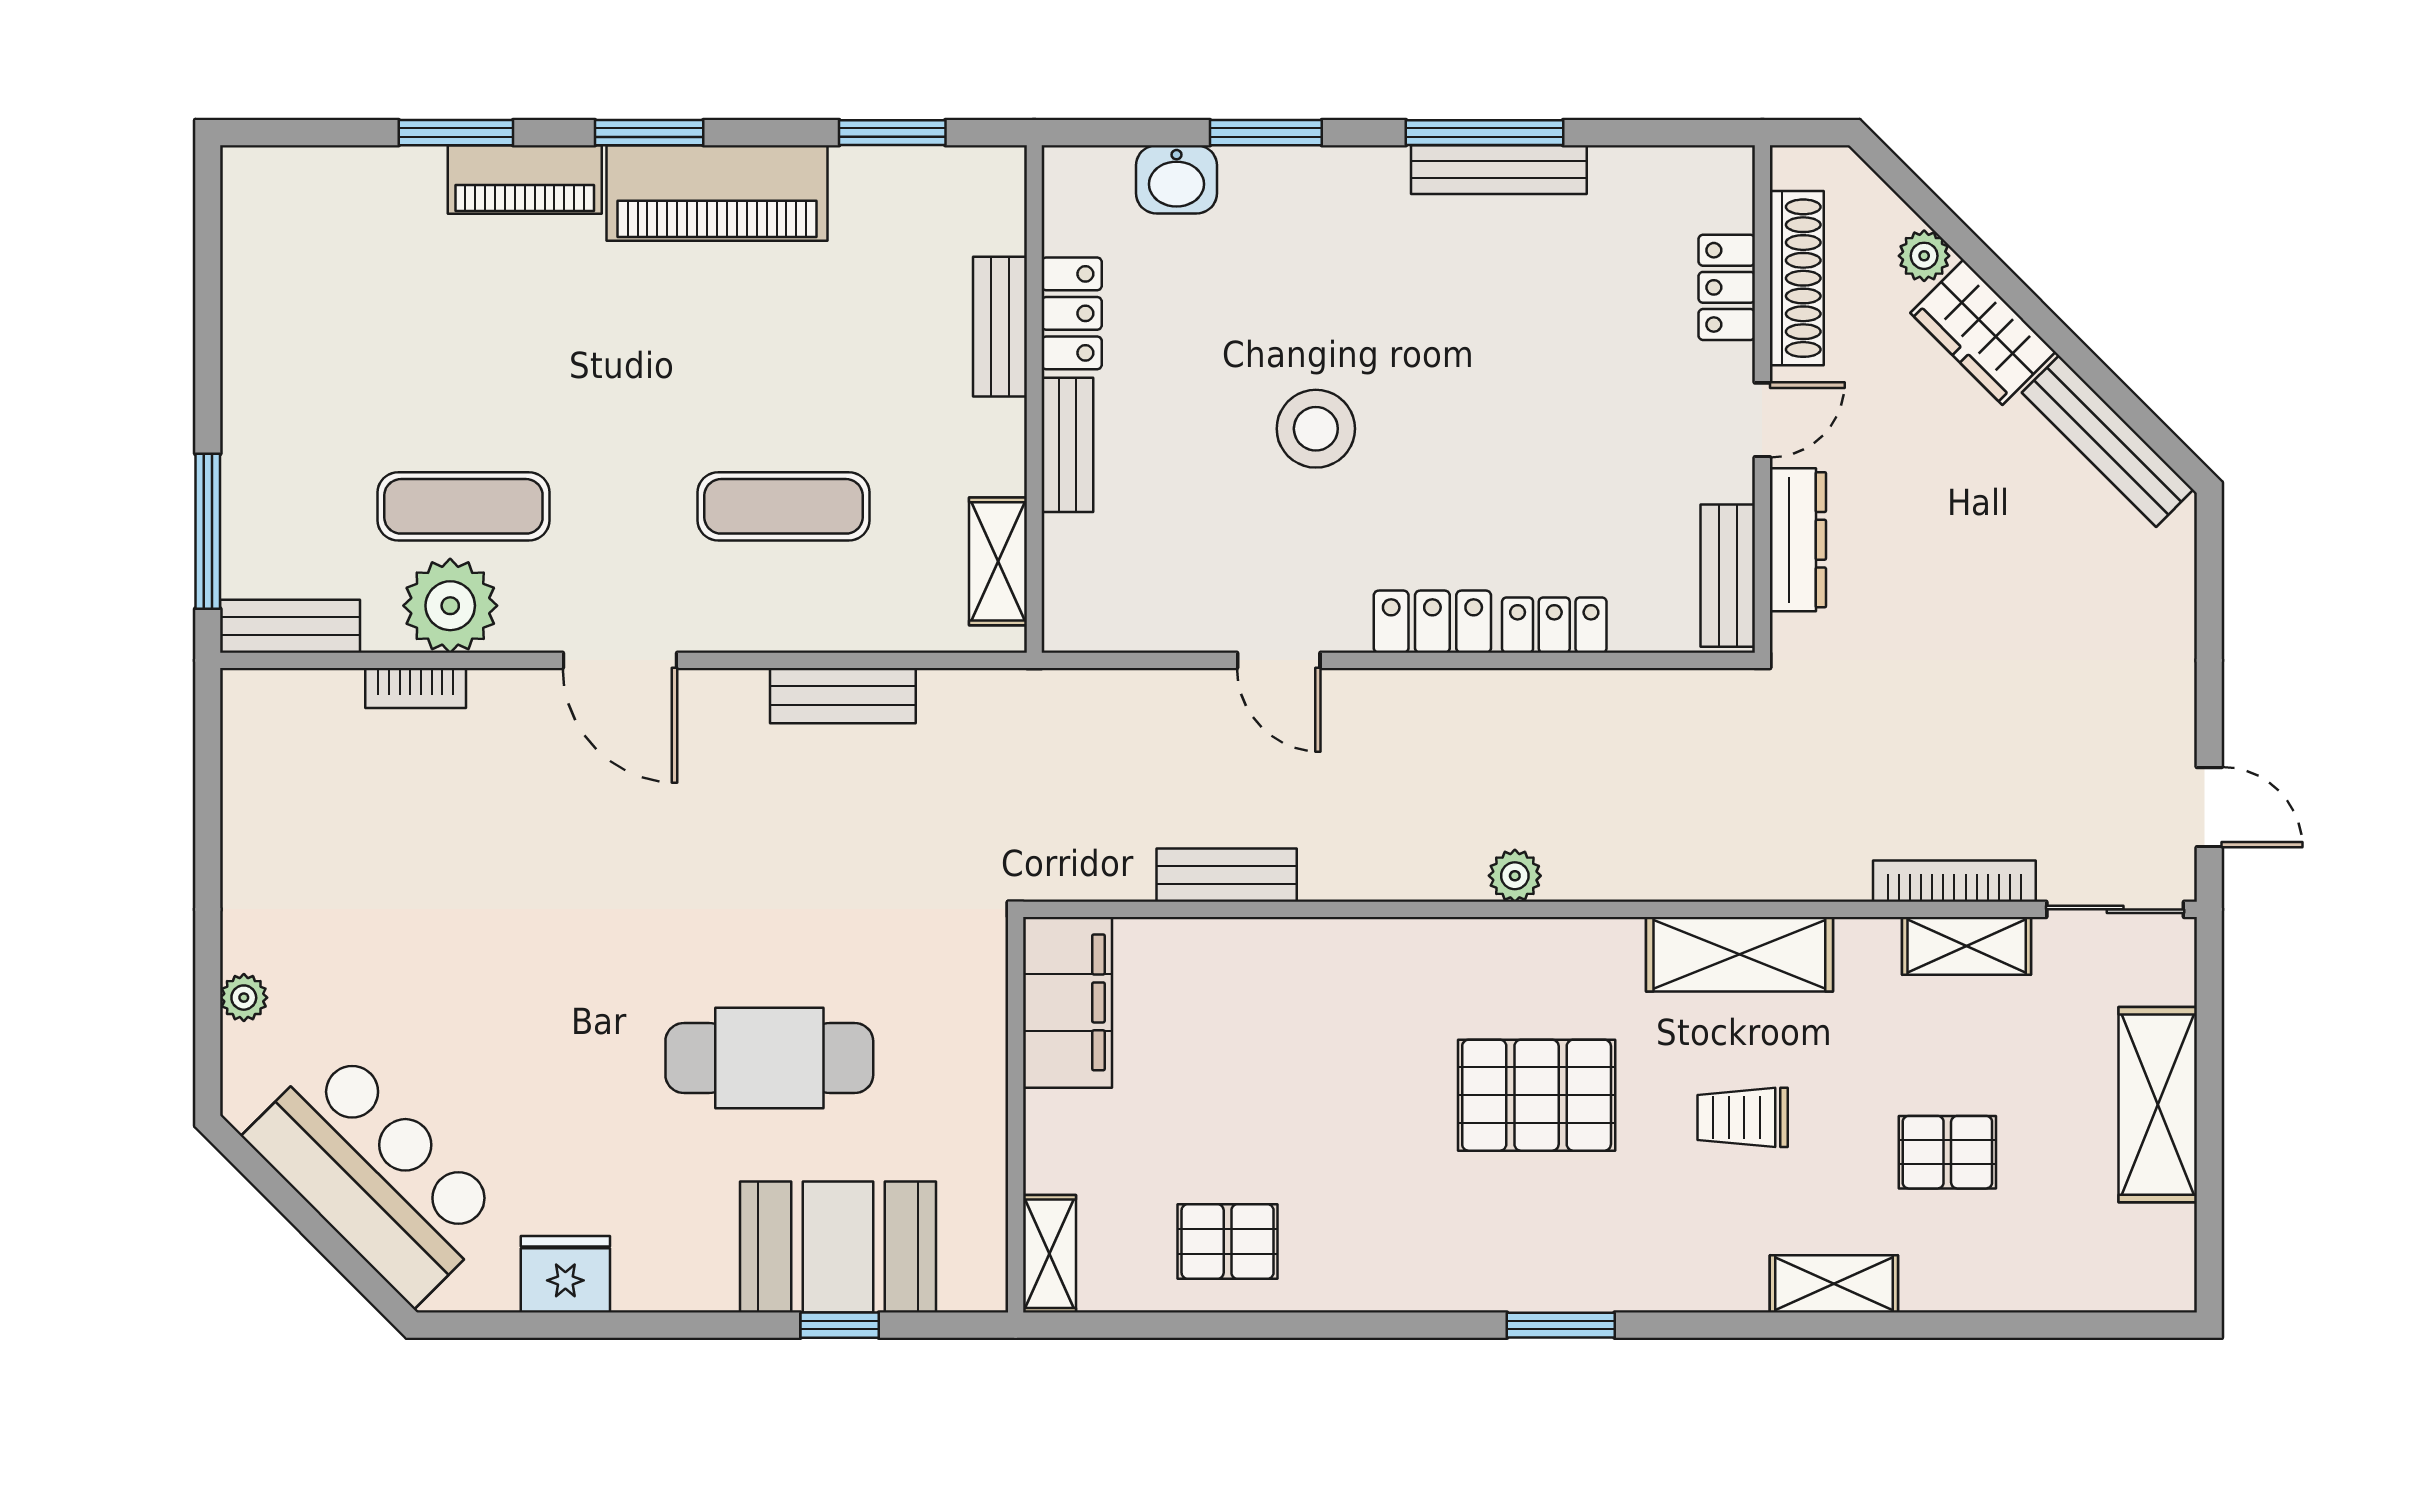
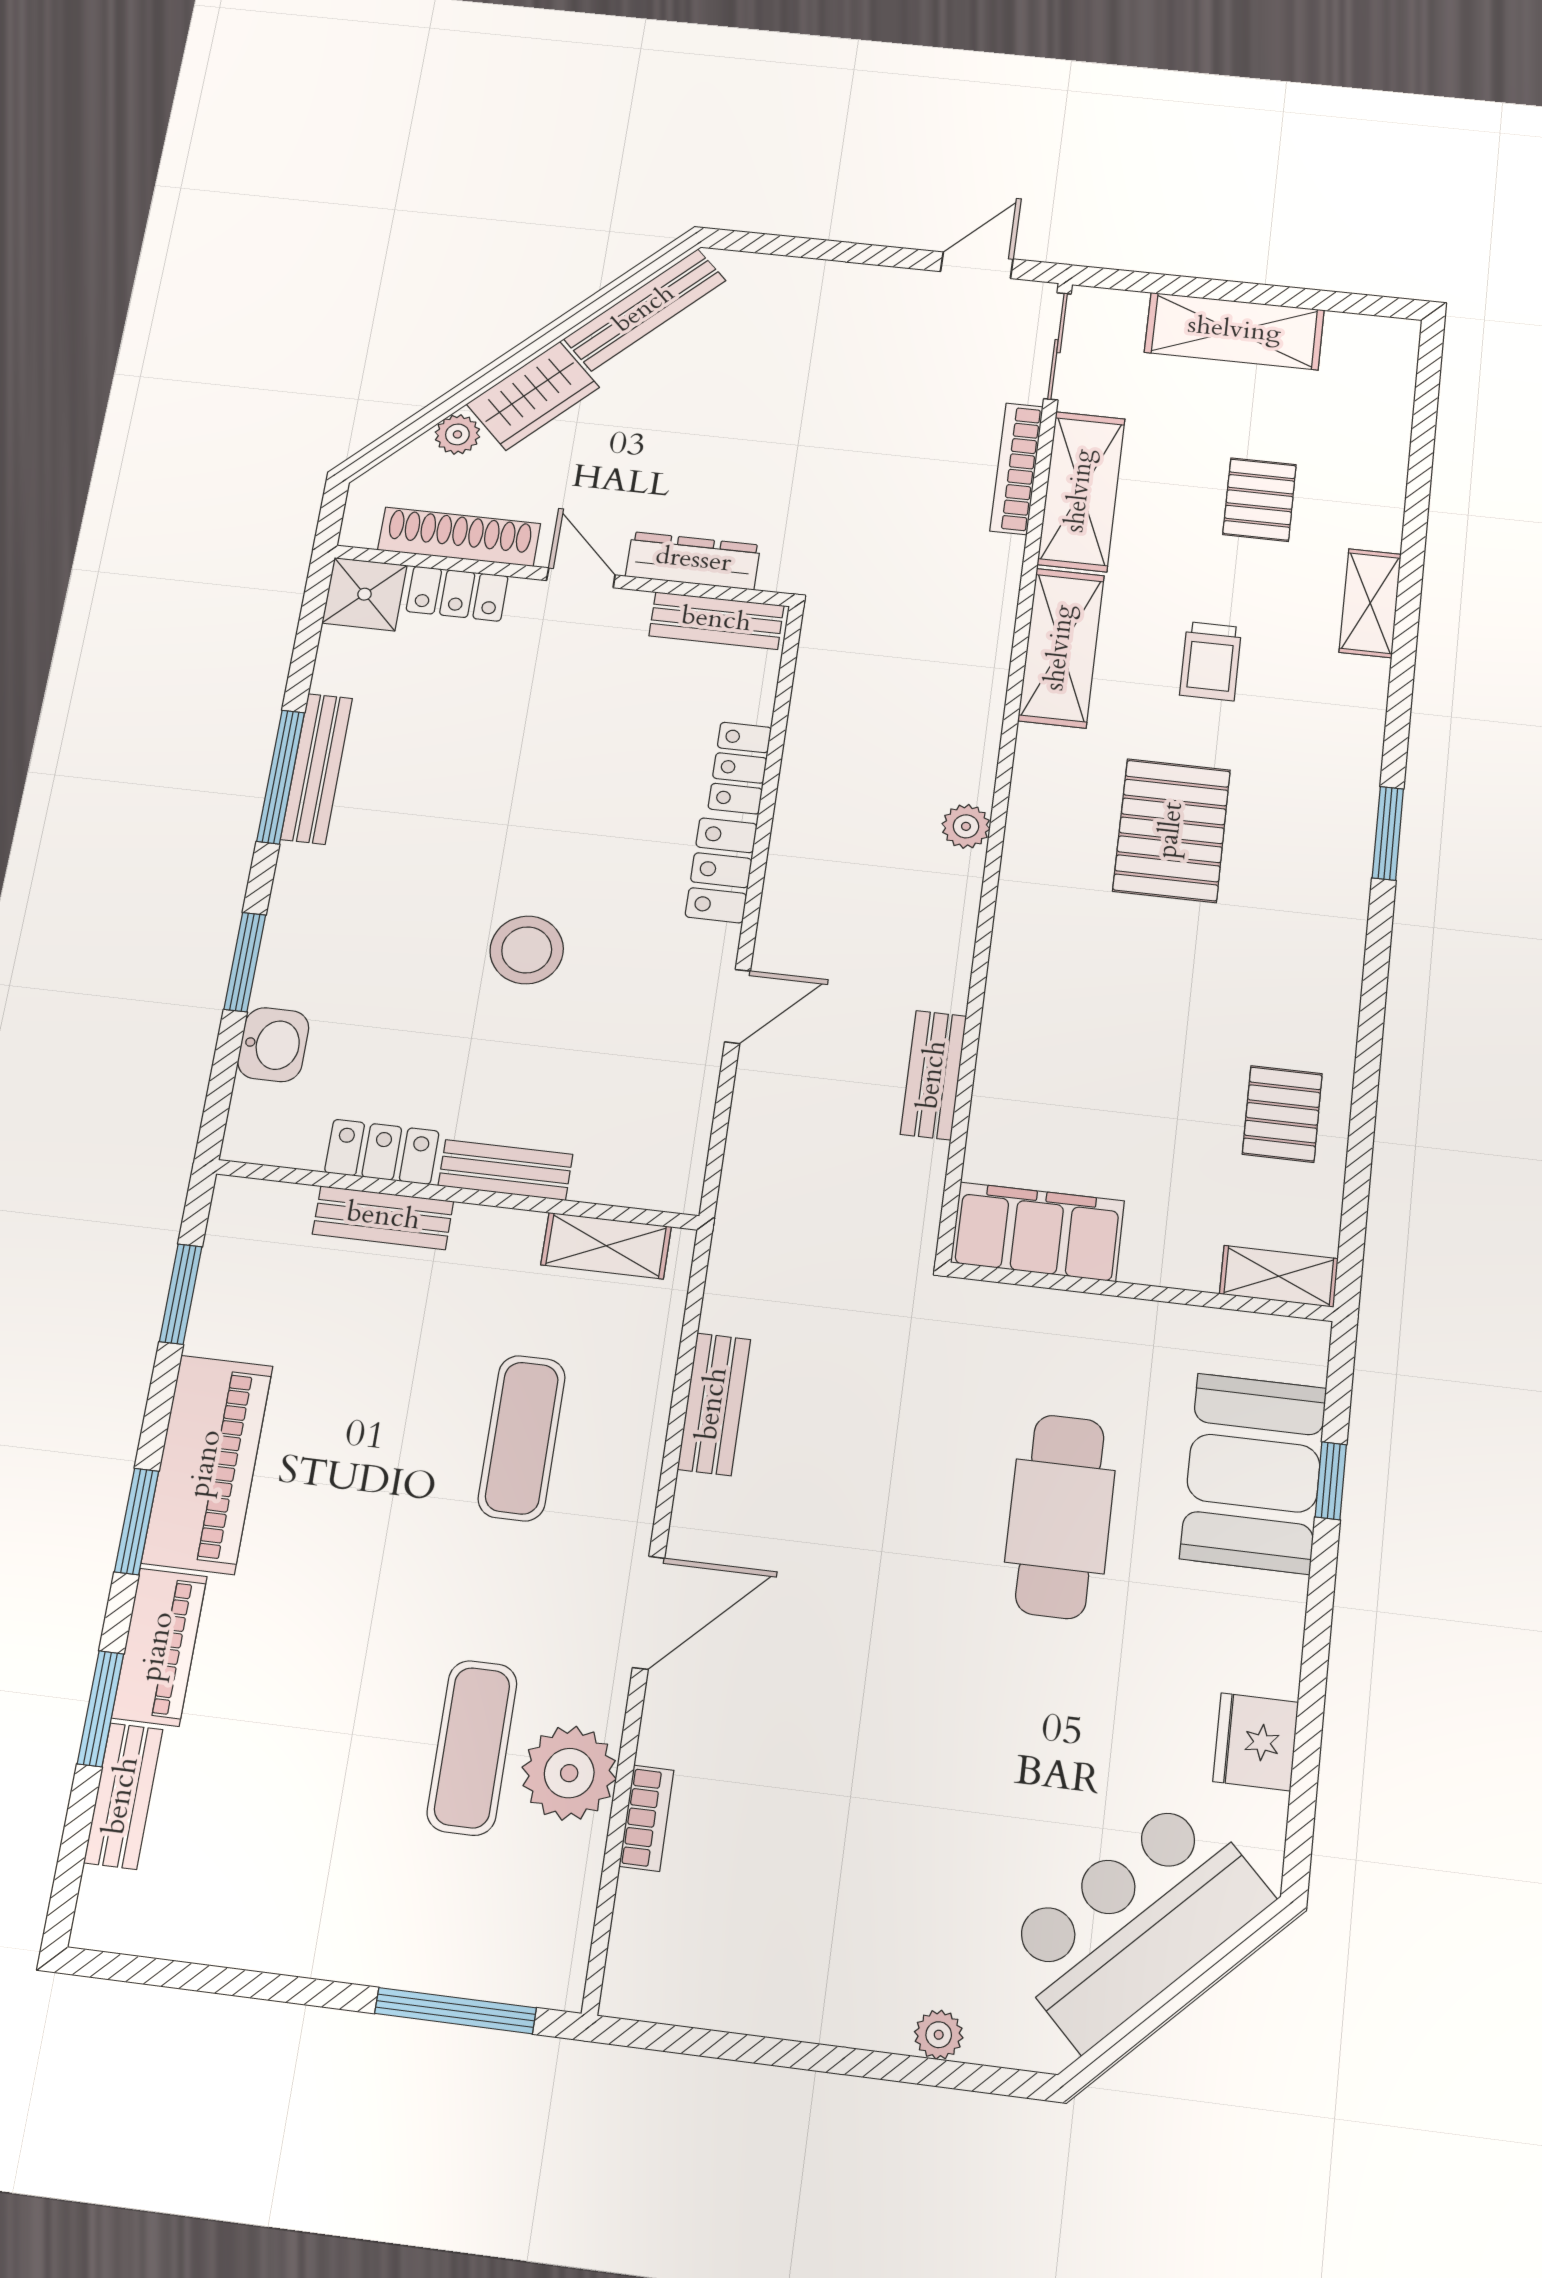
shower: (1714, 186) -> (365, 594), added
bench: (290, 626) -> (123, 1796), moved
shelving: (1967, 946) -> (1081, 491), width x1.50, depth x1.33

